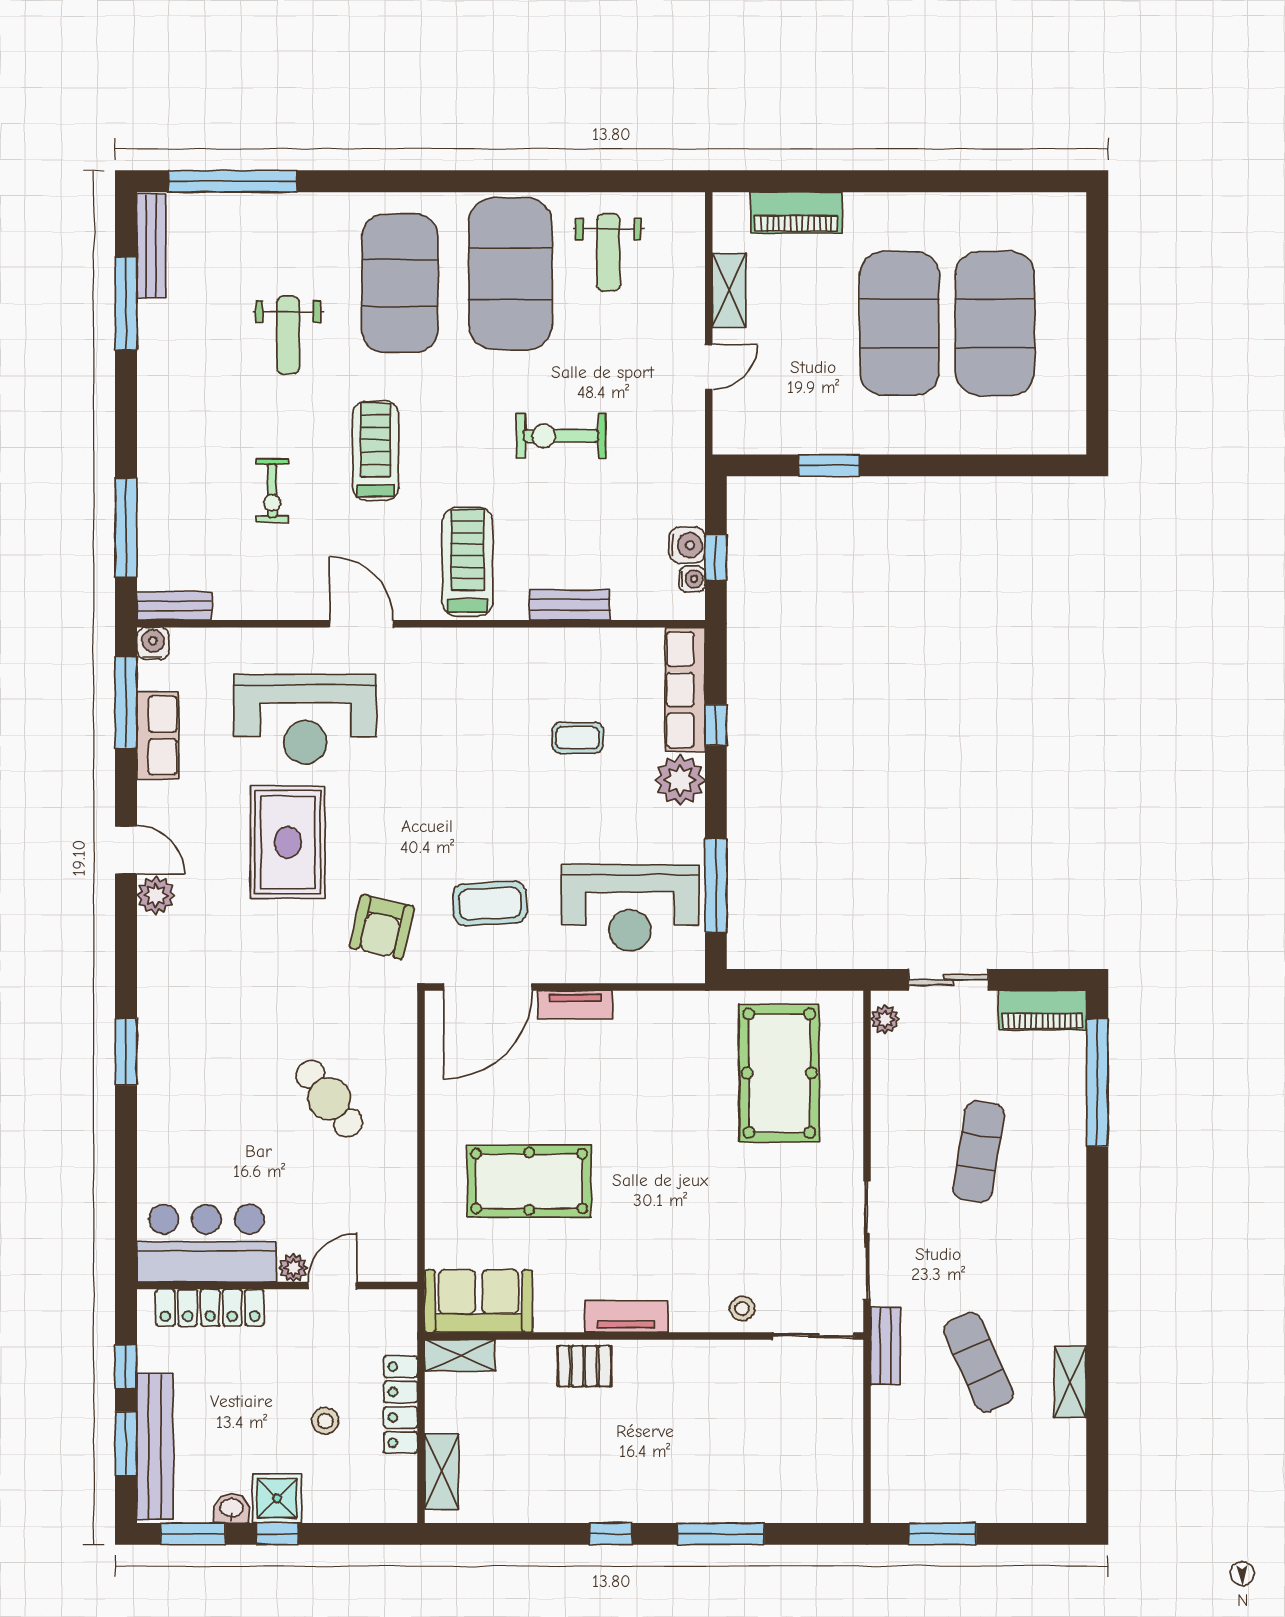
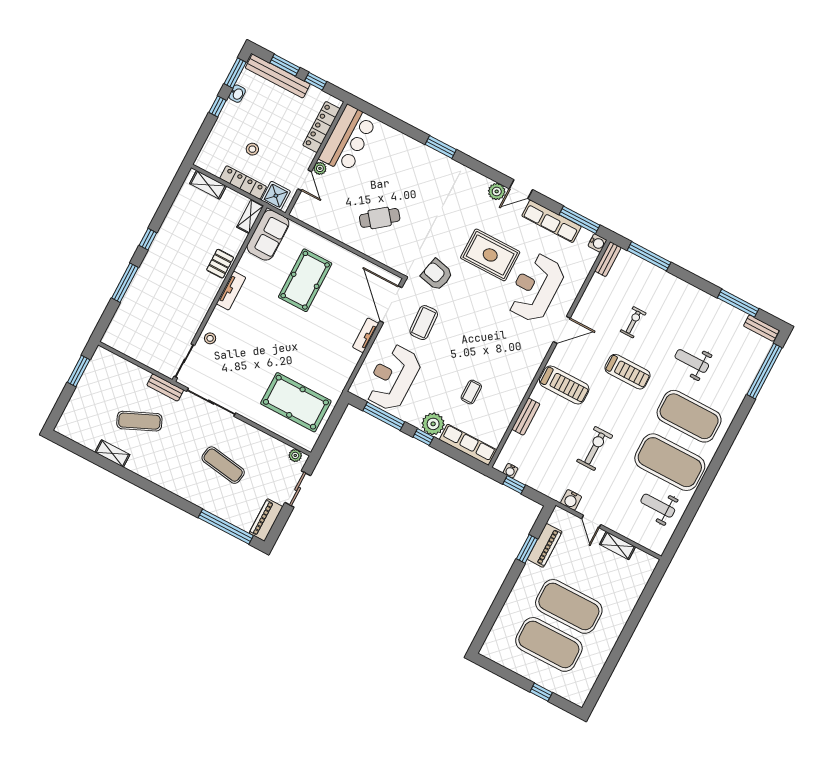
piano: (796, 212) -> (545, 545), moved, turned 180
bench: (151, 246) -> (761, 328), width x0.73
window: (1097, 289) -> (541, 692), added
exercise bike: (272, 491) -> (633, 322), turned 90
water cooler: (687, 545) -> (571, 500), moved
window: (716, 725) -> (423, 437), moved
row of seats: (158, 735) -> (551, 221), width x1.48
shower: (277, 1498) -> (276, 196), moved

